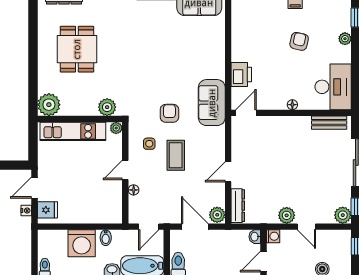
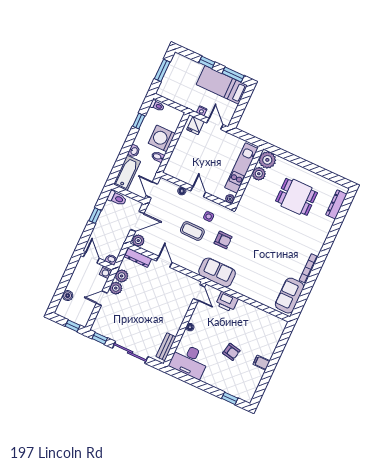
plant: (345, 39) -> (219, 384), removed
plant: (107, 107) -> (259, 174), moved
plant: (343, 215) -> (122, 276), moved

